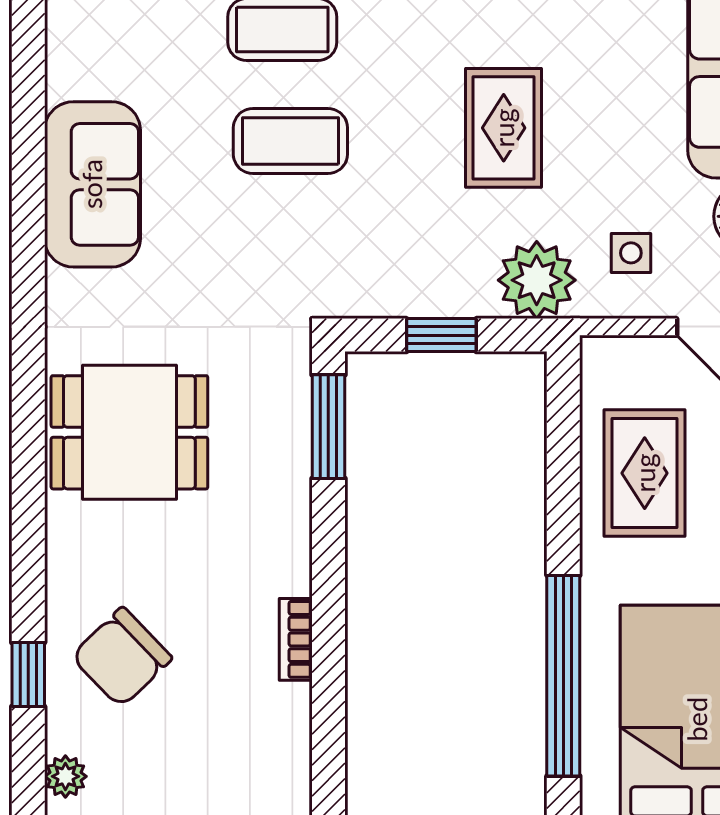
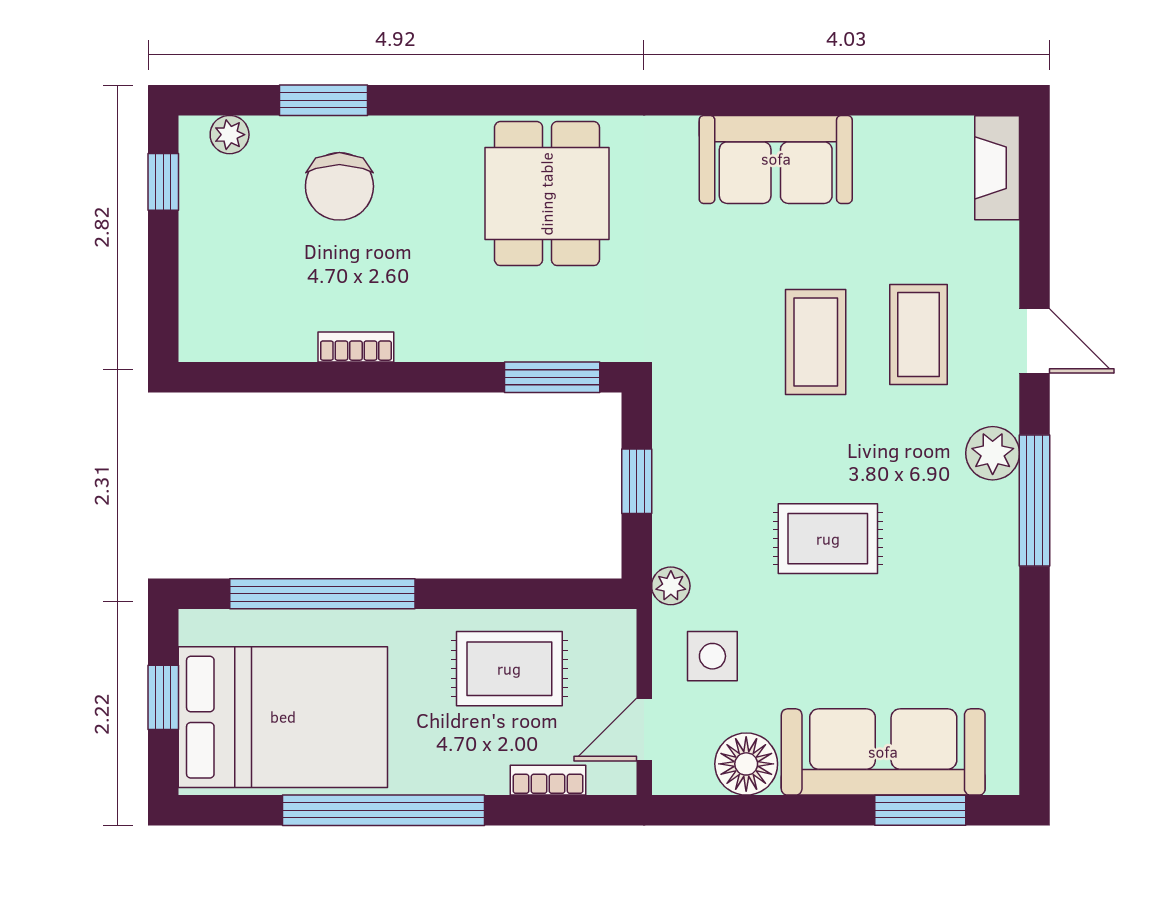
side table: (631, 253) -> (712, 656), width x1.37, depth x1.37
plant: (537, 280) -> (671, 586), width x0.53, depth x0.53
chair: (122, 657) -> (339, 186), turned -136
window: (28, 675) -> (324, 100), width x1.50

